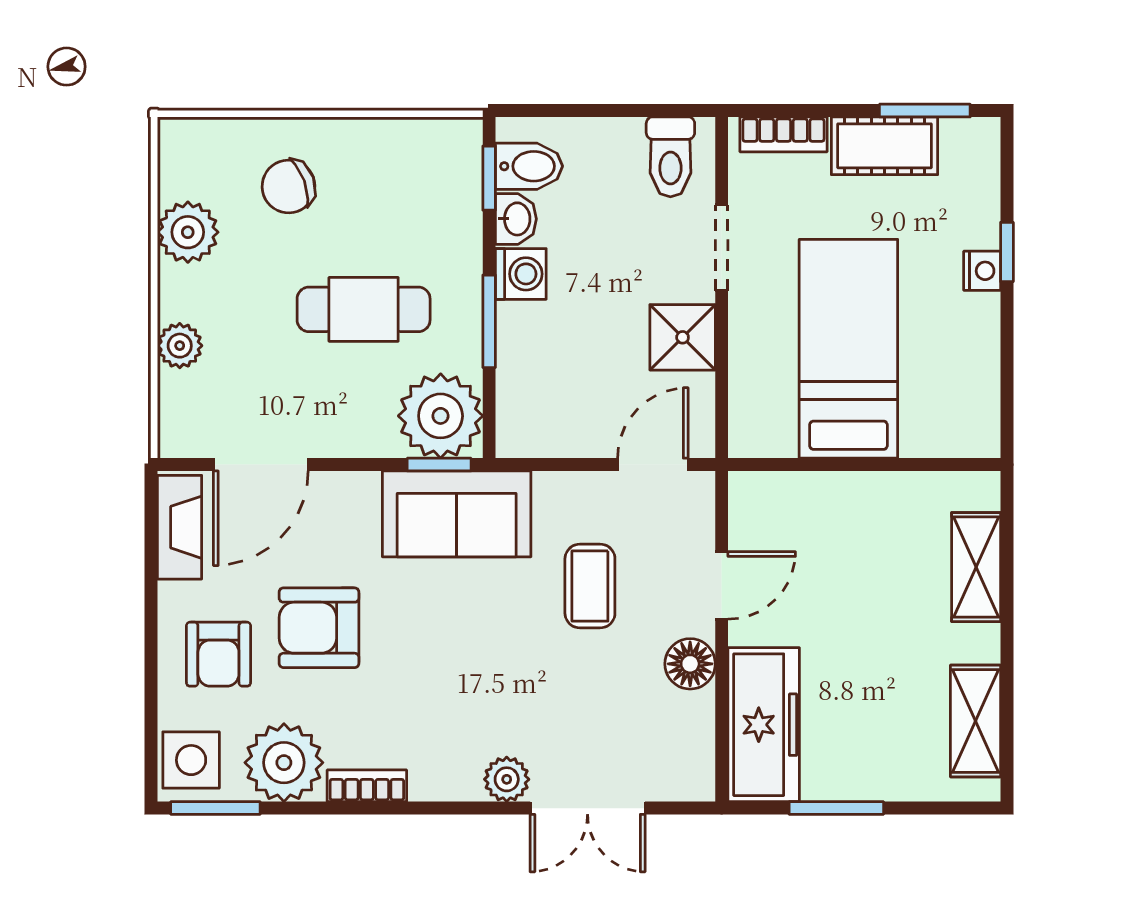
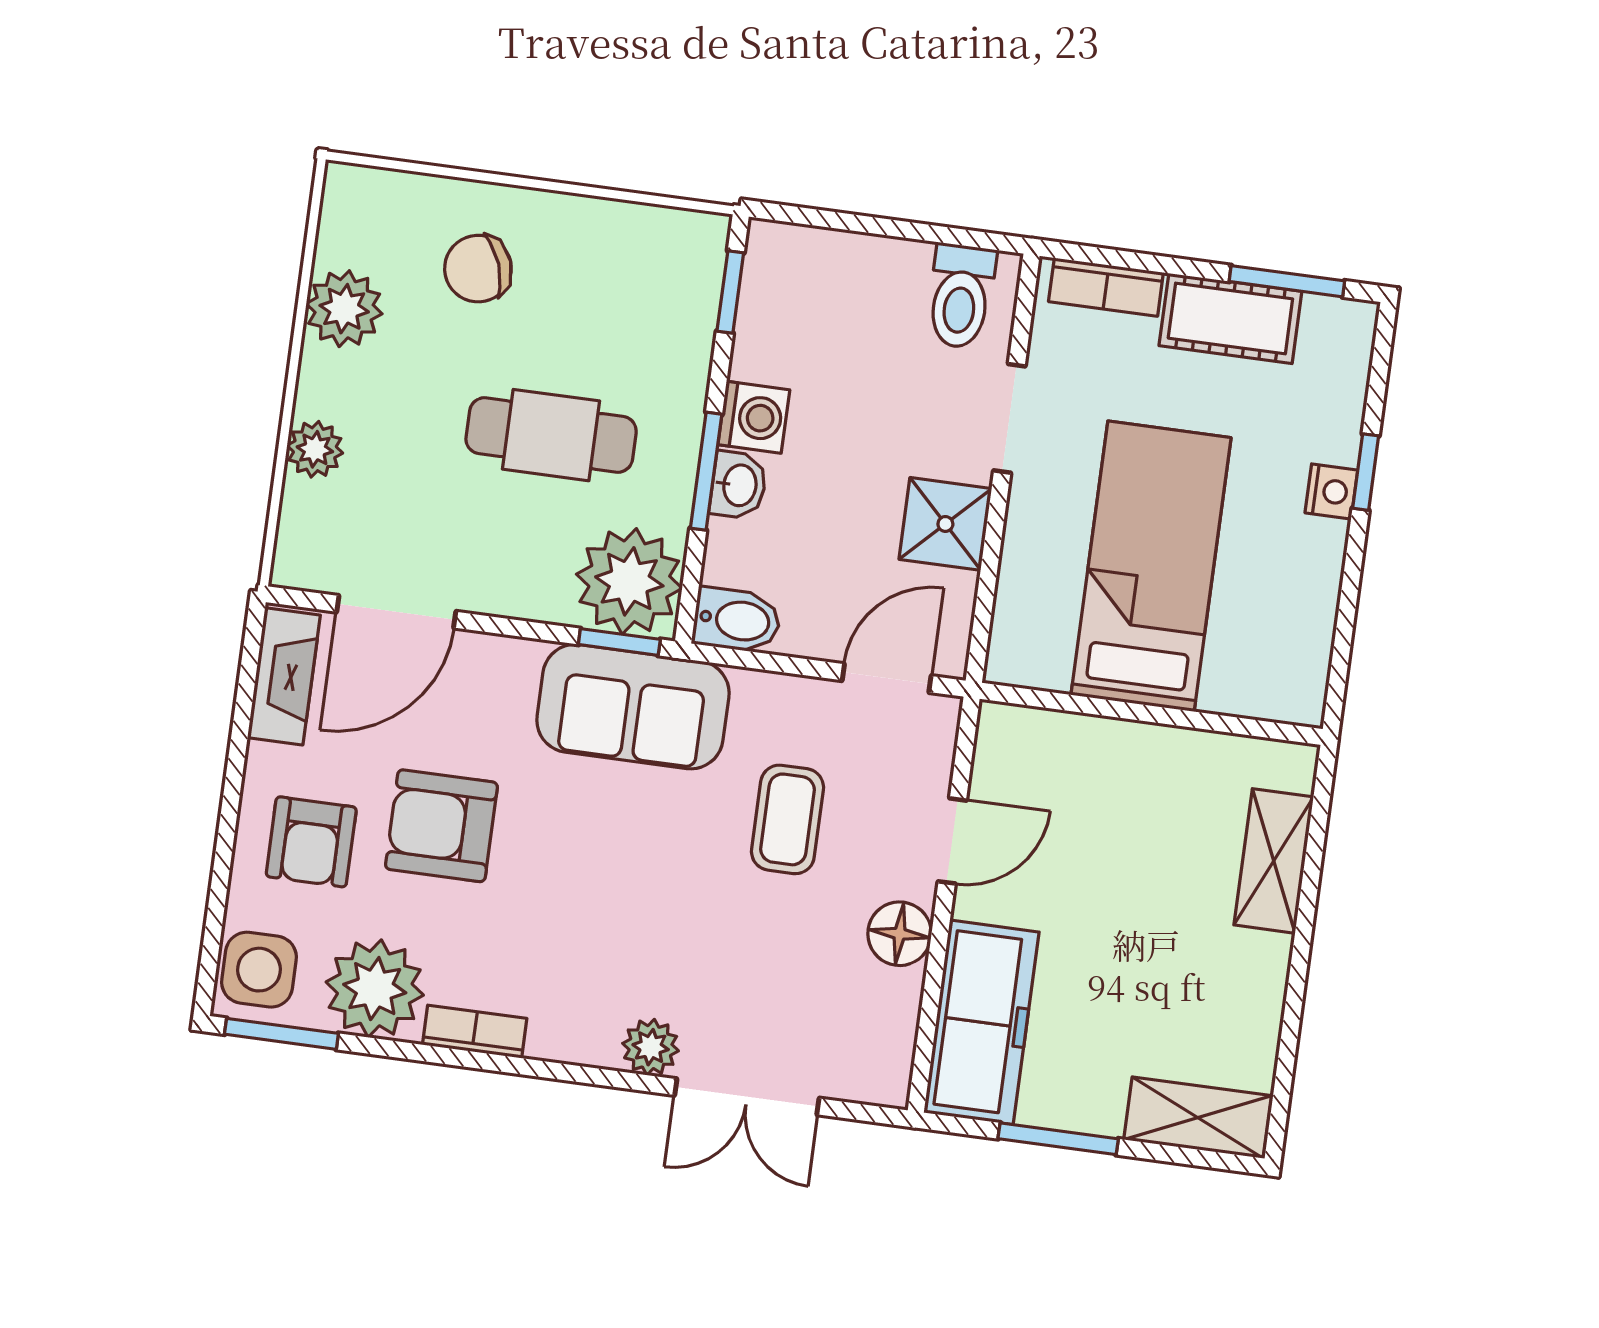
bidet: (529, 166) -> (737, 620), moved
washbasin: (516, 219) -> (738, 485), moved
shelving: (975, 721) -> (1198, 1118), moved, turned 90

